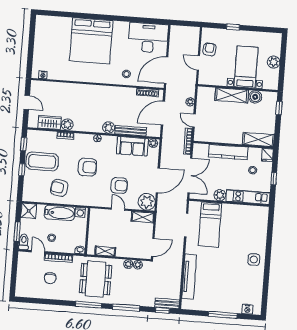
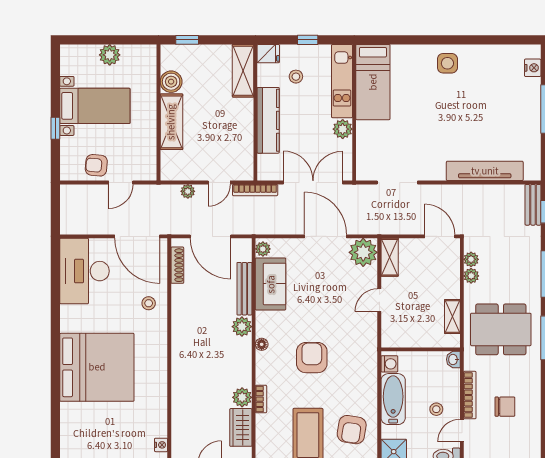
bed with nightstands: (246, 67) -> (95, 106), moved, turned 180
armchair: (119, 185) -> (339, 301), removed
armchair: (59, 188) -> (352, 430), moved
bed: (210, 225) -> (373, 82), moved, turned 90

